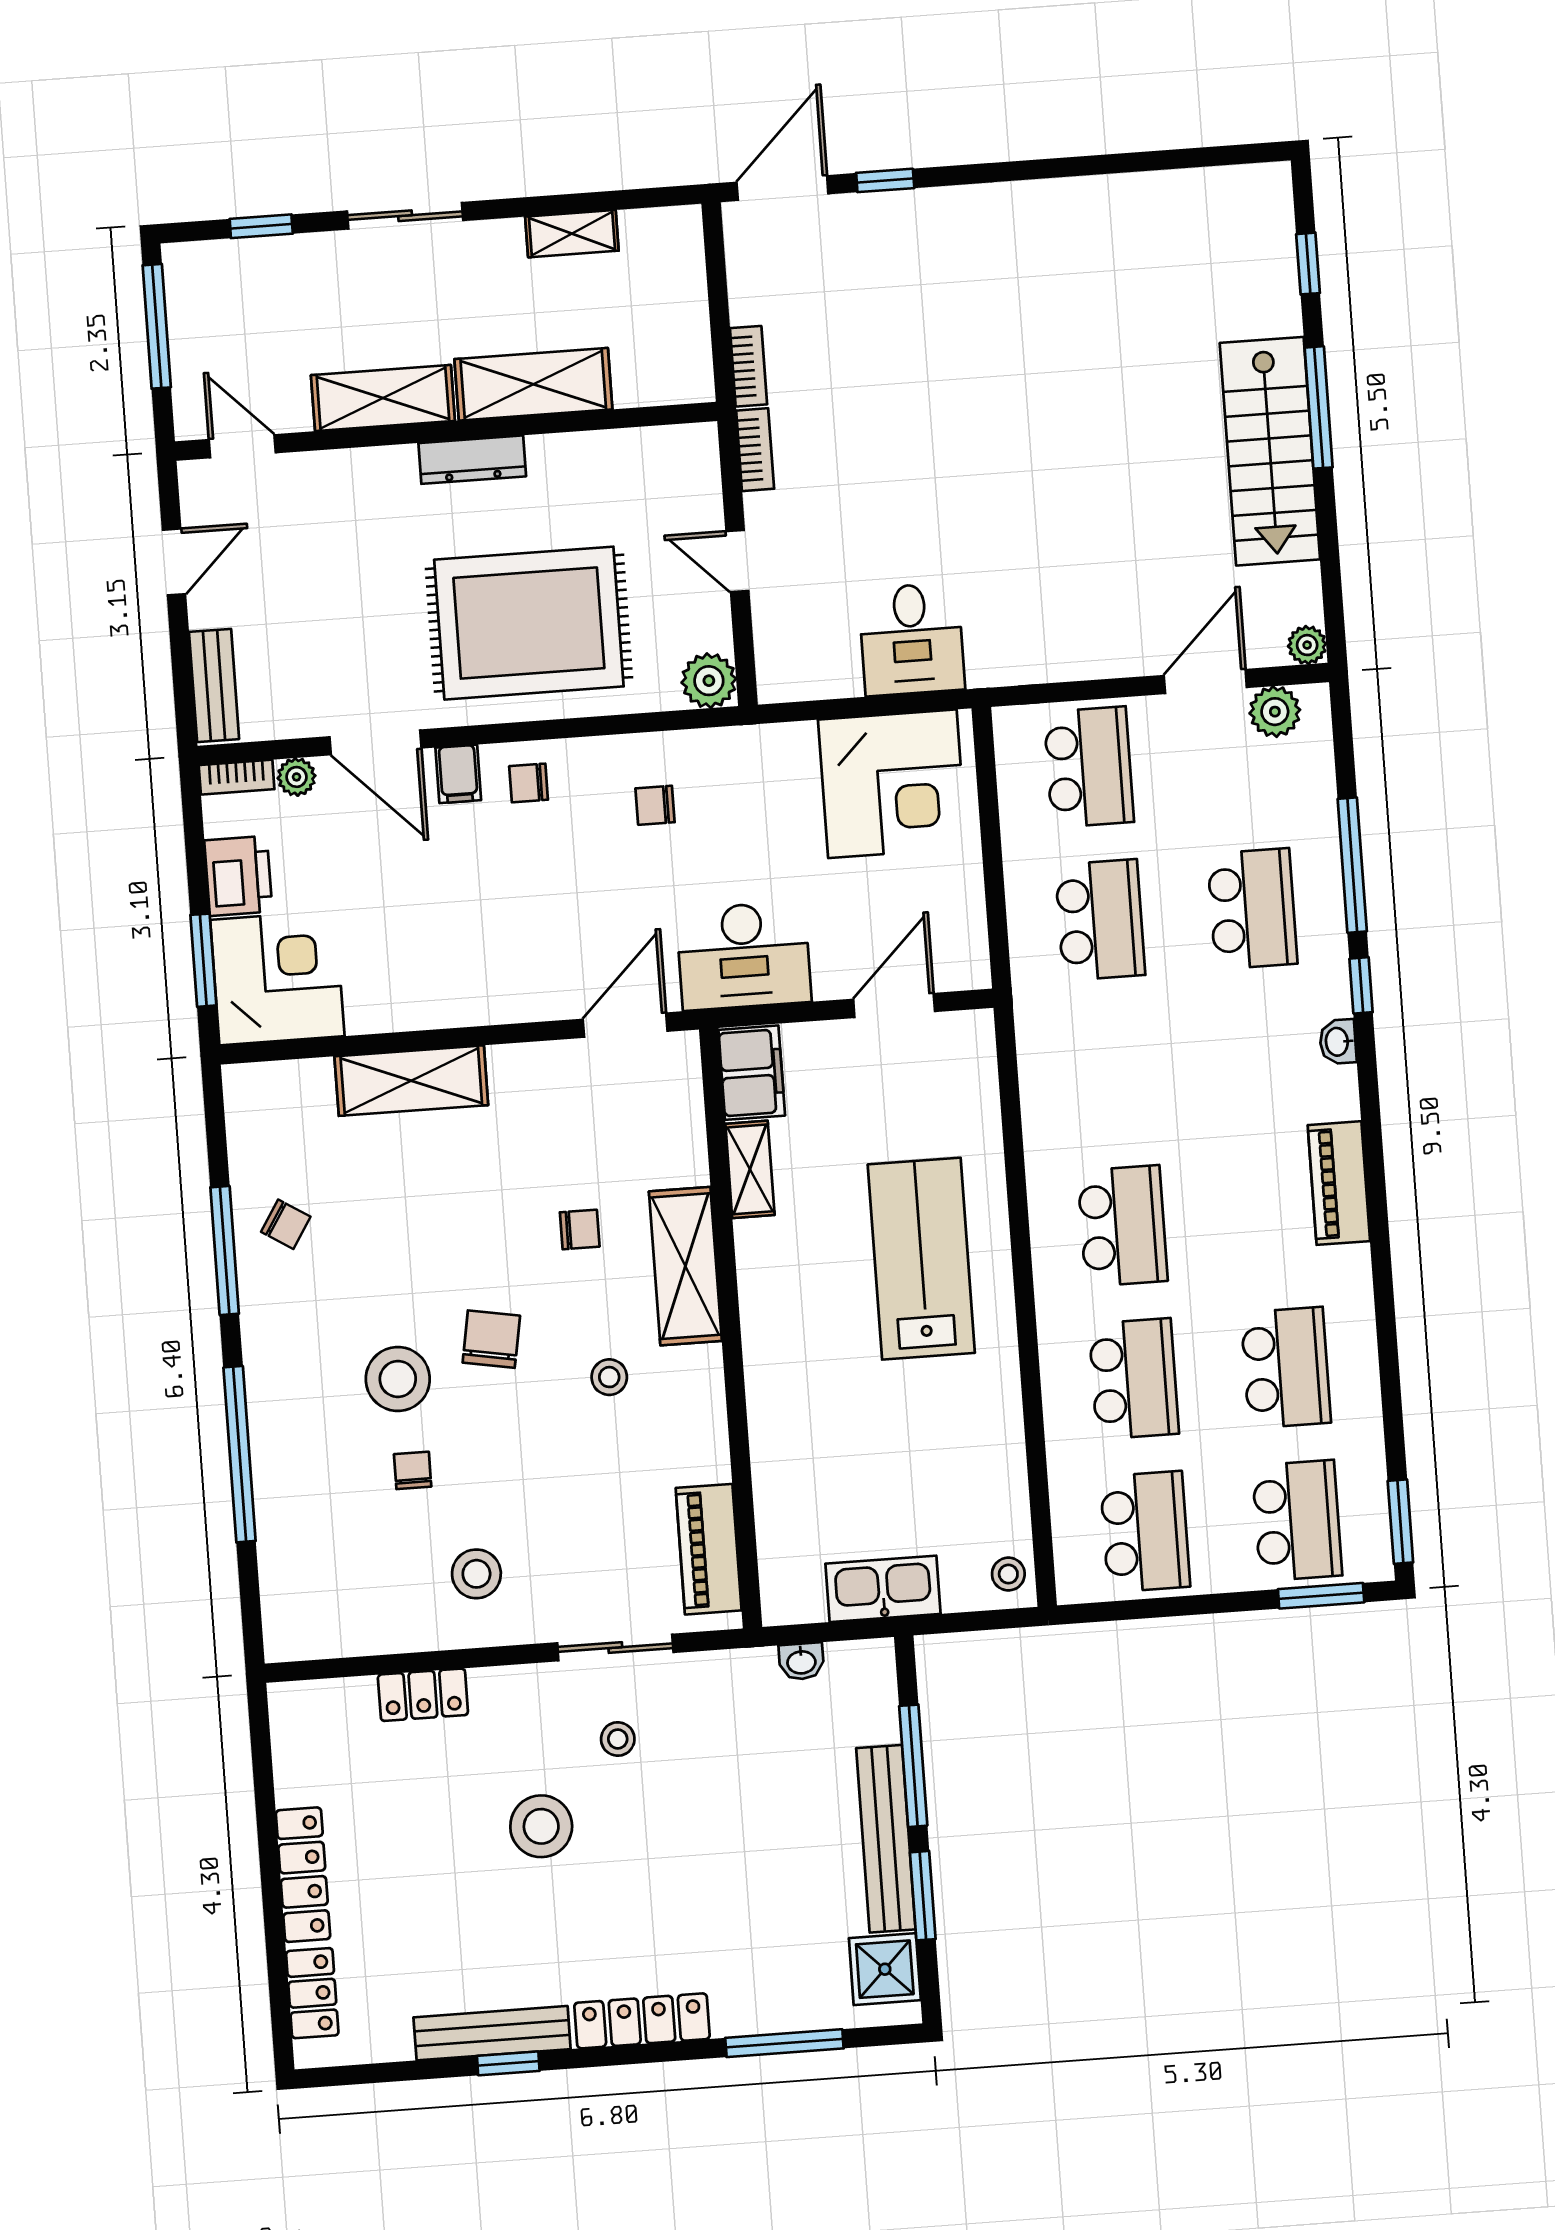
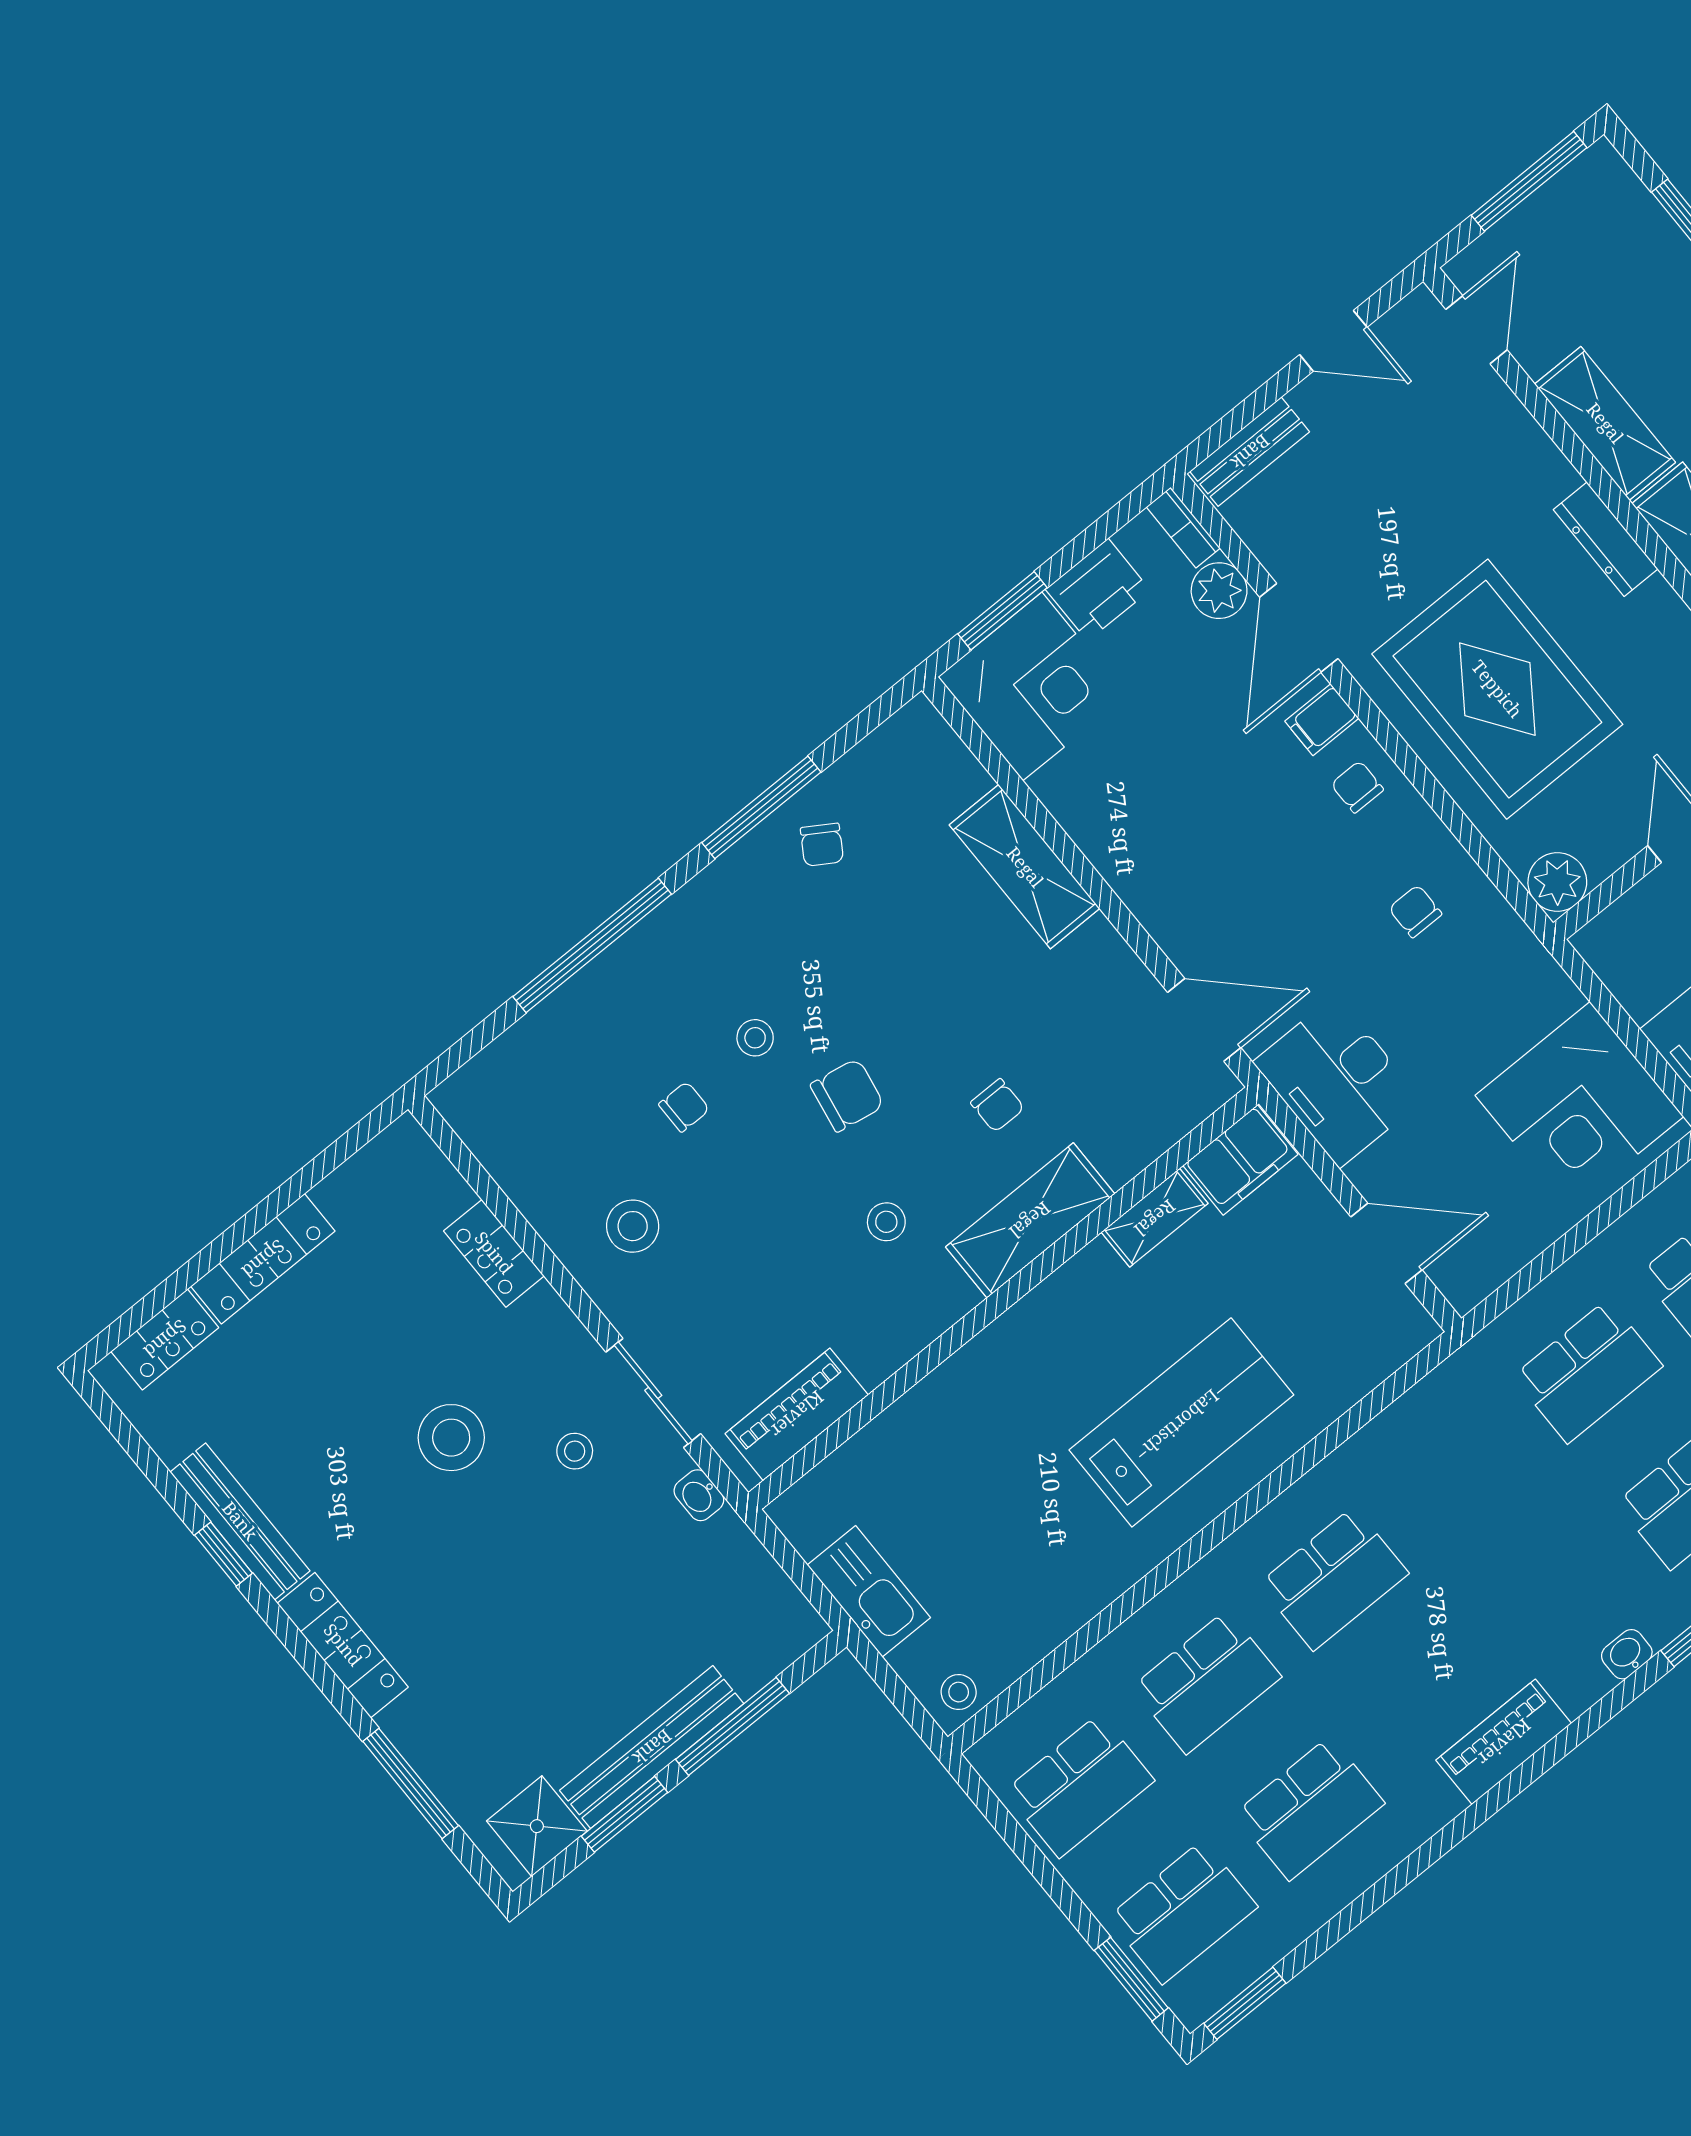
plant: (296, 777) -> (1219, 591), width x1.38, depth x1.38
stool: (398, 1379) -> (755, 1038), width x0.53, depth x0.53
washbasin: (801, 1661) -> (699, 1495), moved

